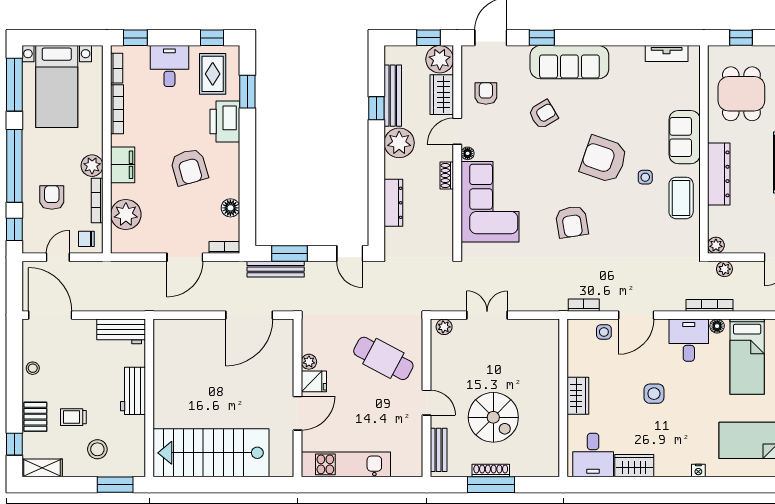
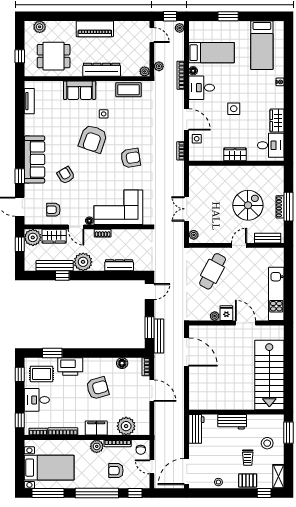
coffee table: (681, 198) -> (128, 90), moved

